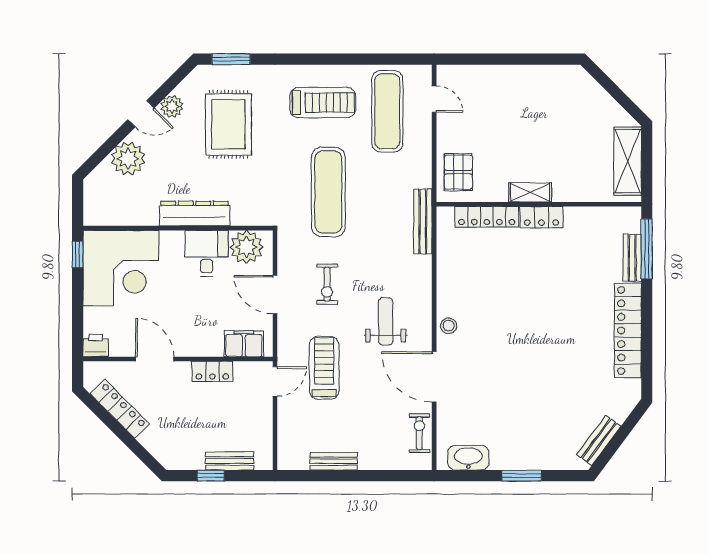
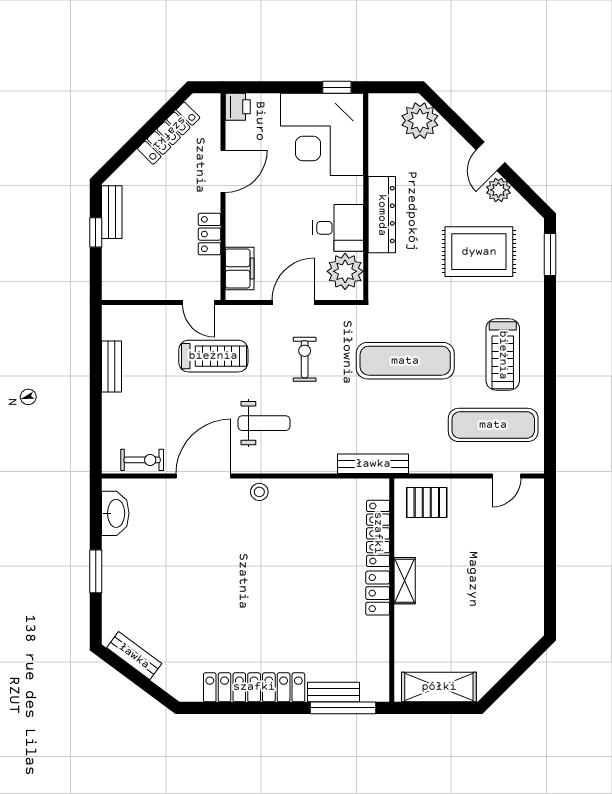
plant: (128, 159) -> (420, 121), moved
exercise bike: (327, 284) -> (305, 359), turned 90
bench: (230, 461) -> (112, 212), moved

